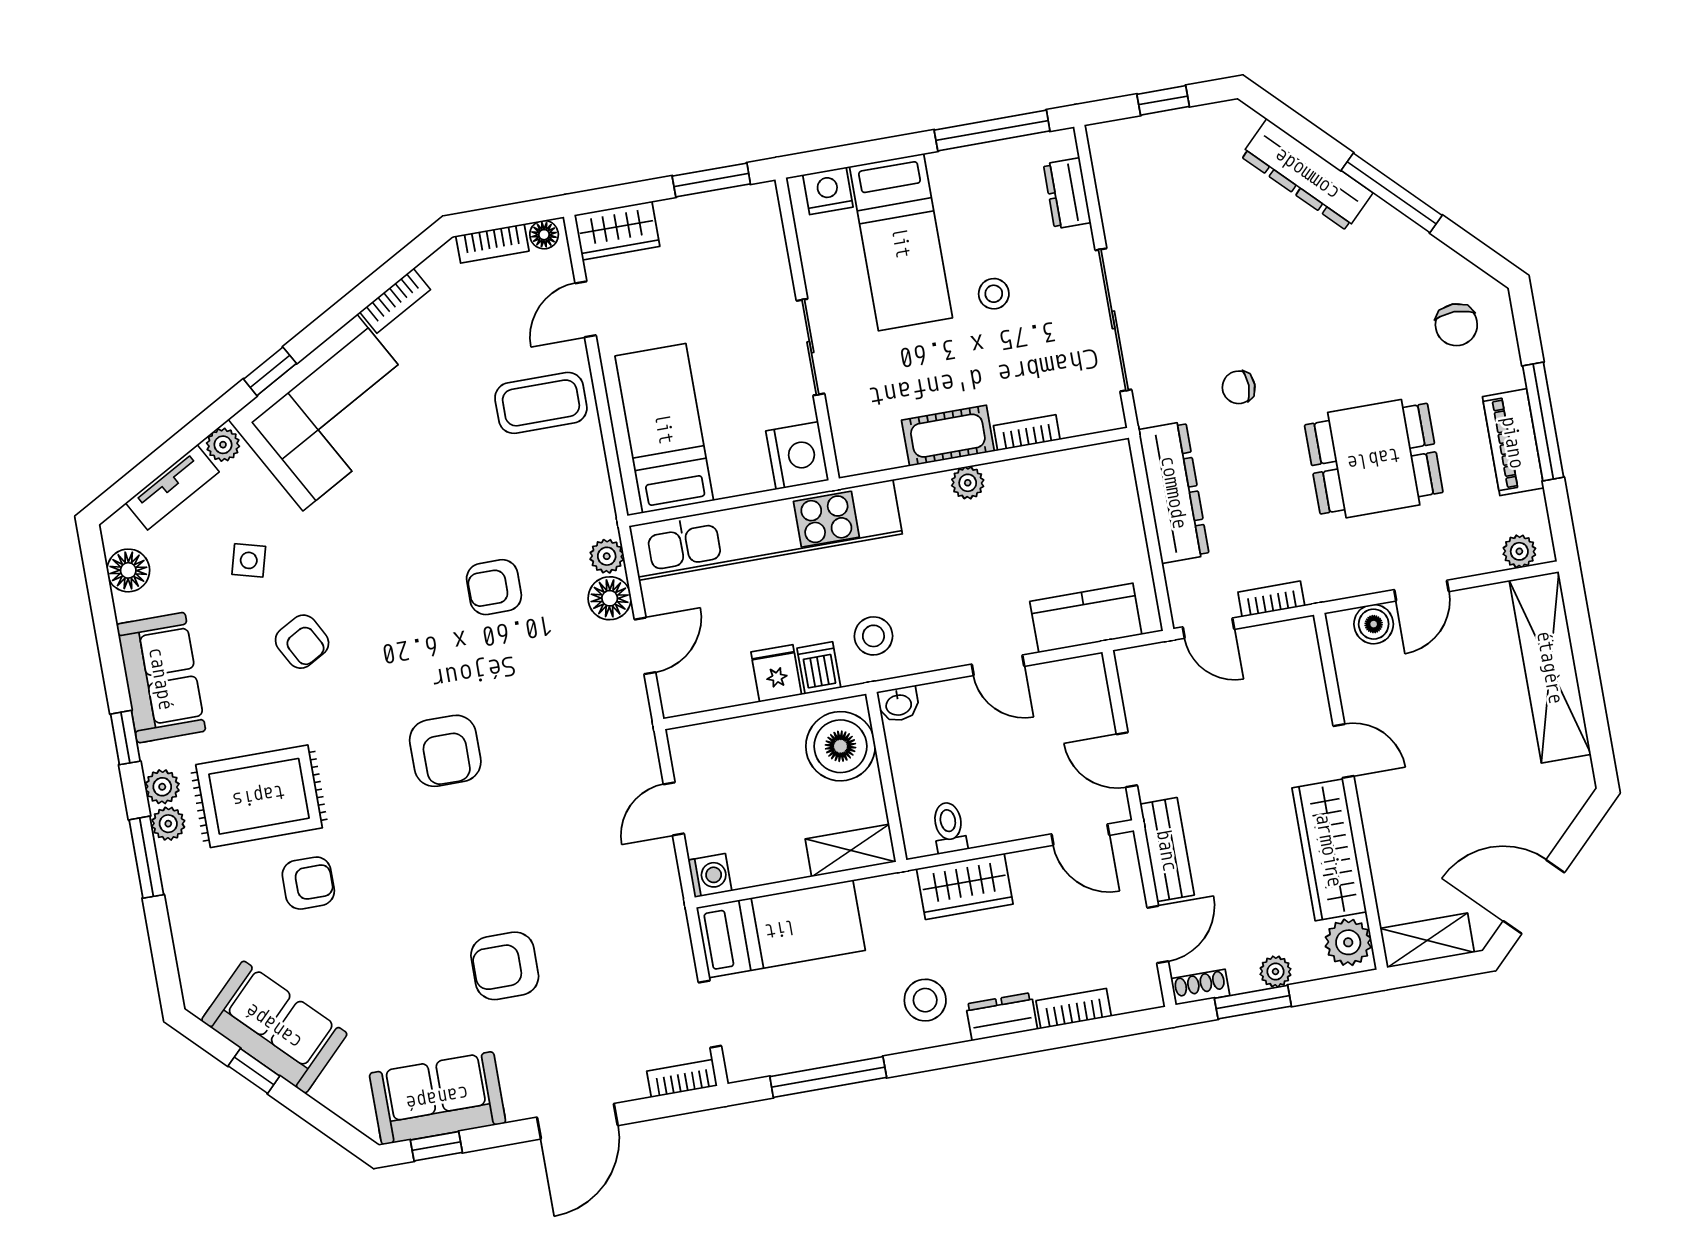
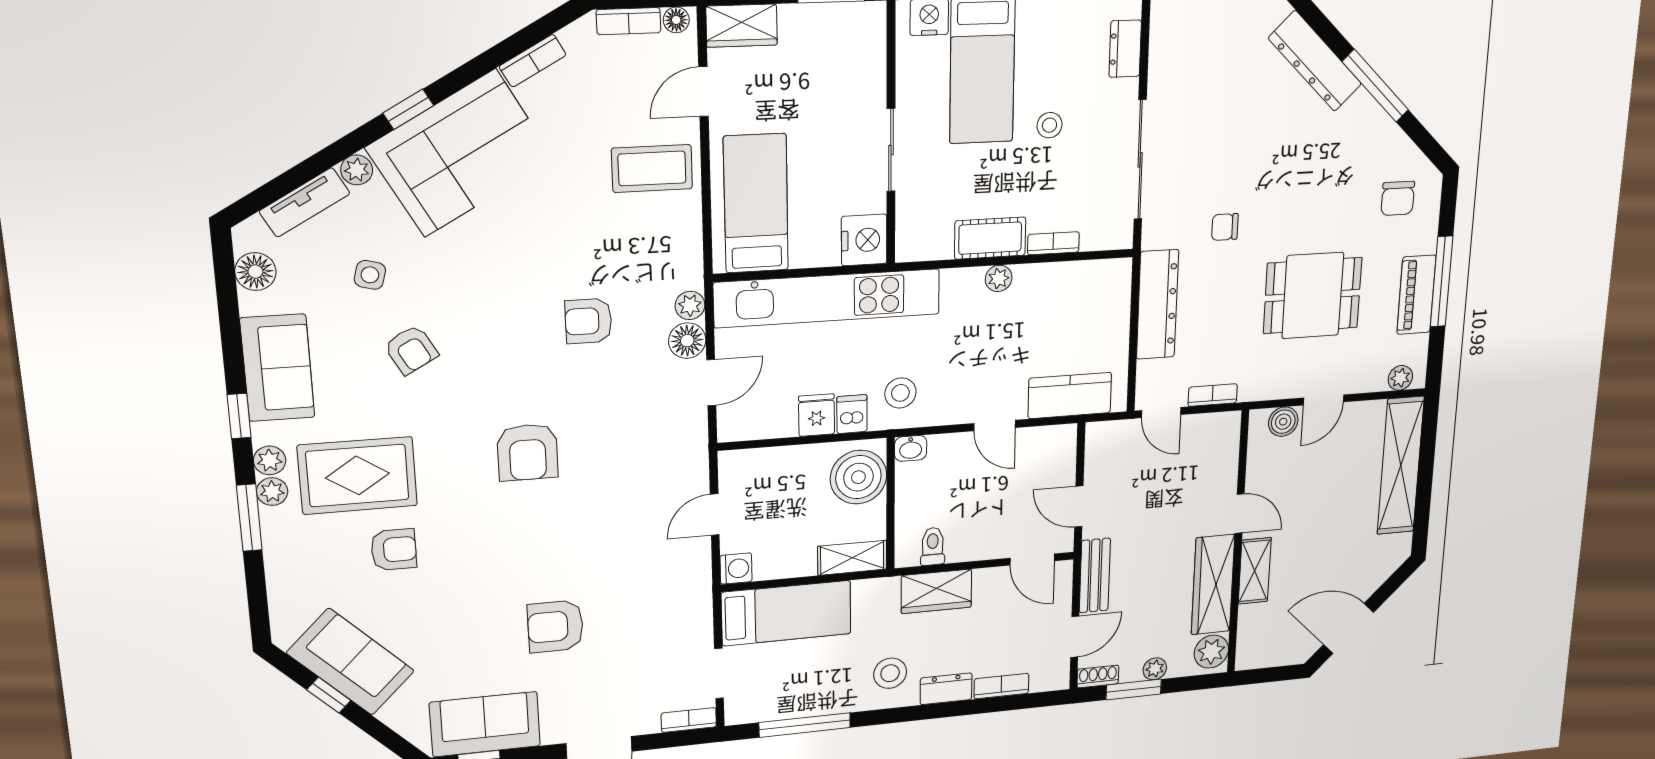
shelving: (1427, 940) -> (1255, 571), moved, turned 90

